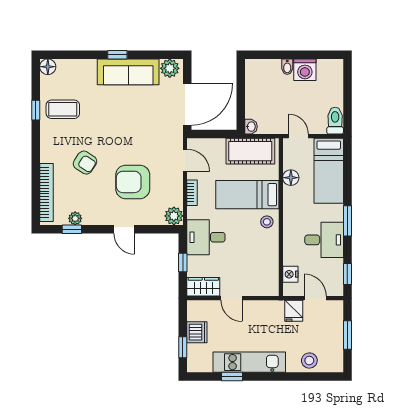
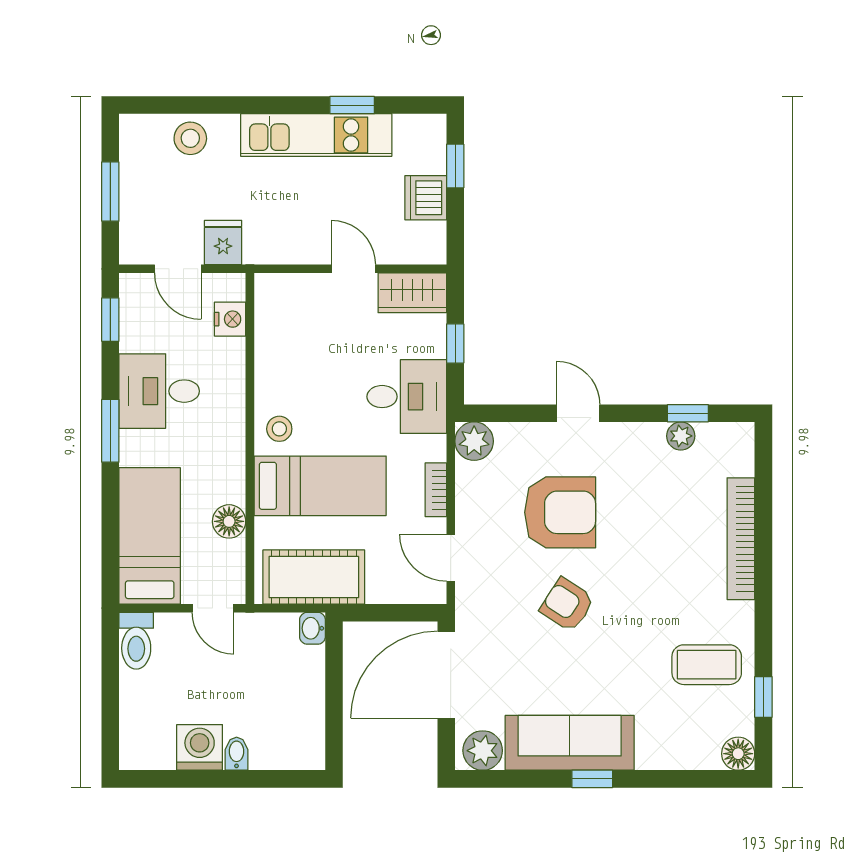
window: (36, 110) -> (763, 697), moved
armchair: (85, 163) -> (567, 605), moved
bookcase: (46, 193) -> (741, 539), moved

